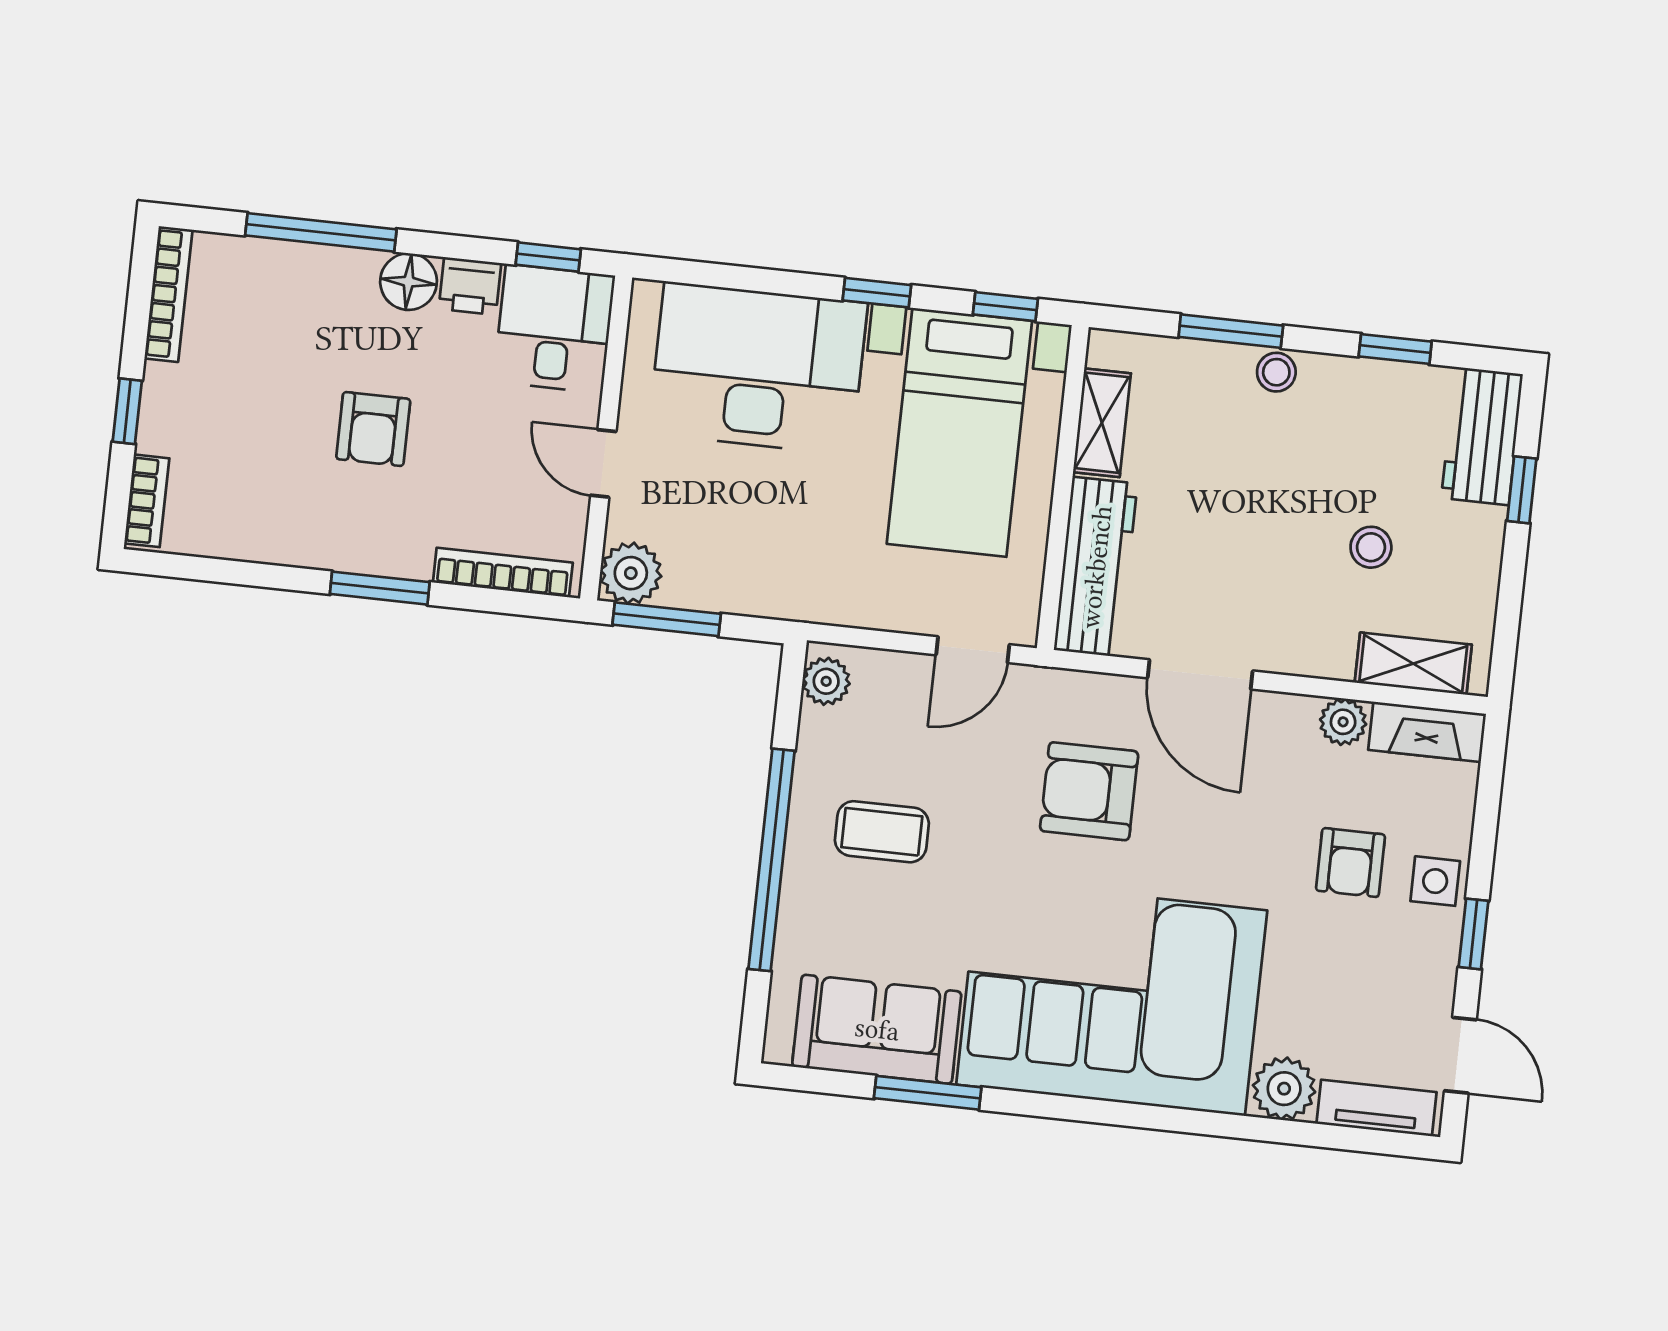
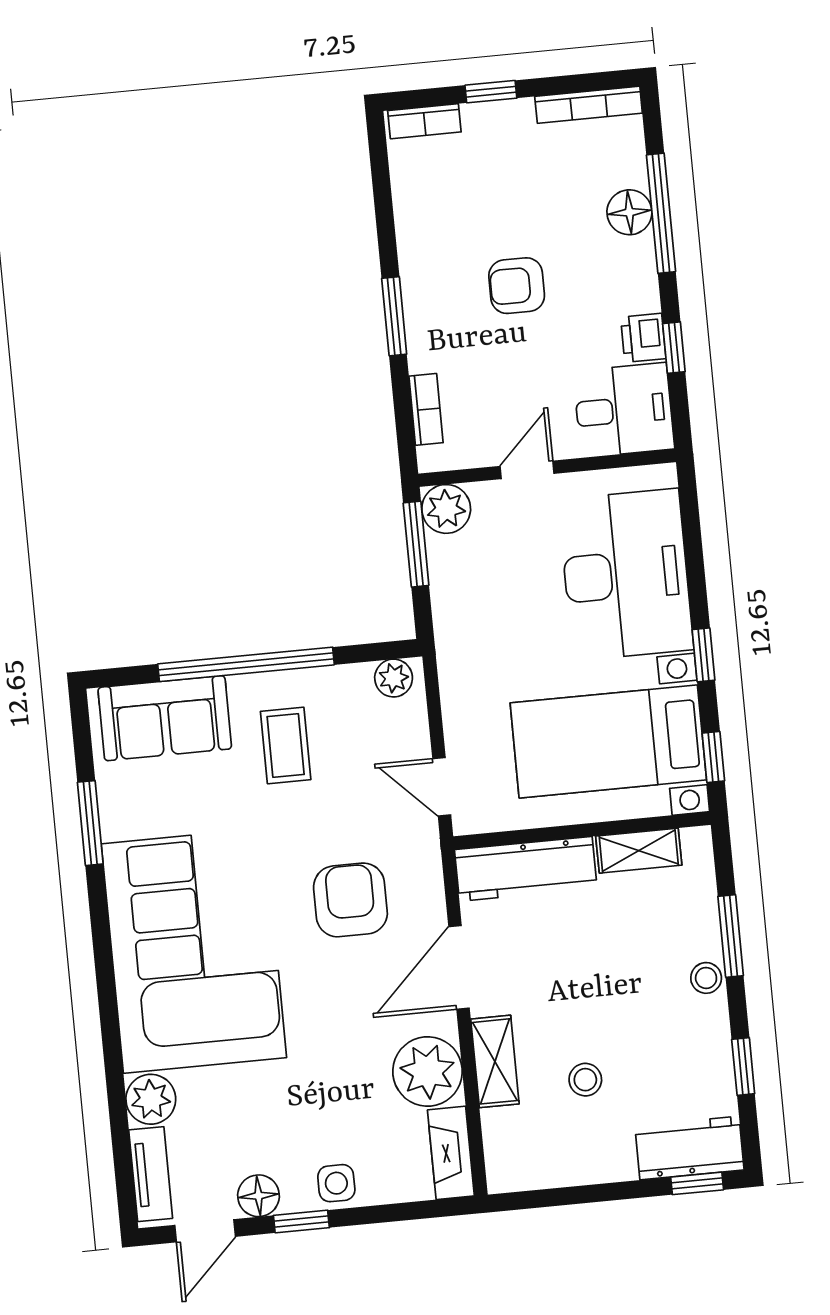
window: (548, 257) -> (674, 348), moved
floor lamp: (409, 282) -> (629, 212), moved
window: (1522, 490) -> (697, 1183), moved
bookcase: (503, 573) -> (426, 409), width x0.64
shelving: (1413, 664) -> (495, 1061), moved
plant: (1343, 722) -> (428, 1071), width x1.87, depth x1.87
armchair: (1351, 863) -> (337, 1114), removed
floor lamp: (1431, 980) -> (258, 1196), added
sofa: (877, 1029) -> (165, 718), moved, turned 90

